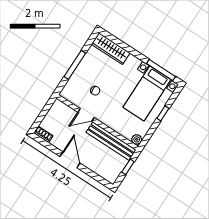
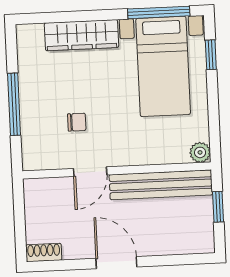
wardrobe: (111, 49) -> (81, 35), moved
window: (163, 113) -> (211, 55), moved

